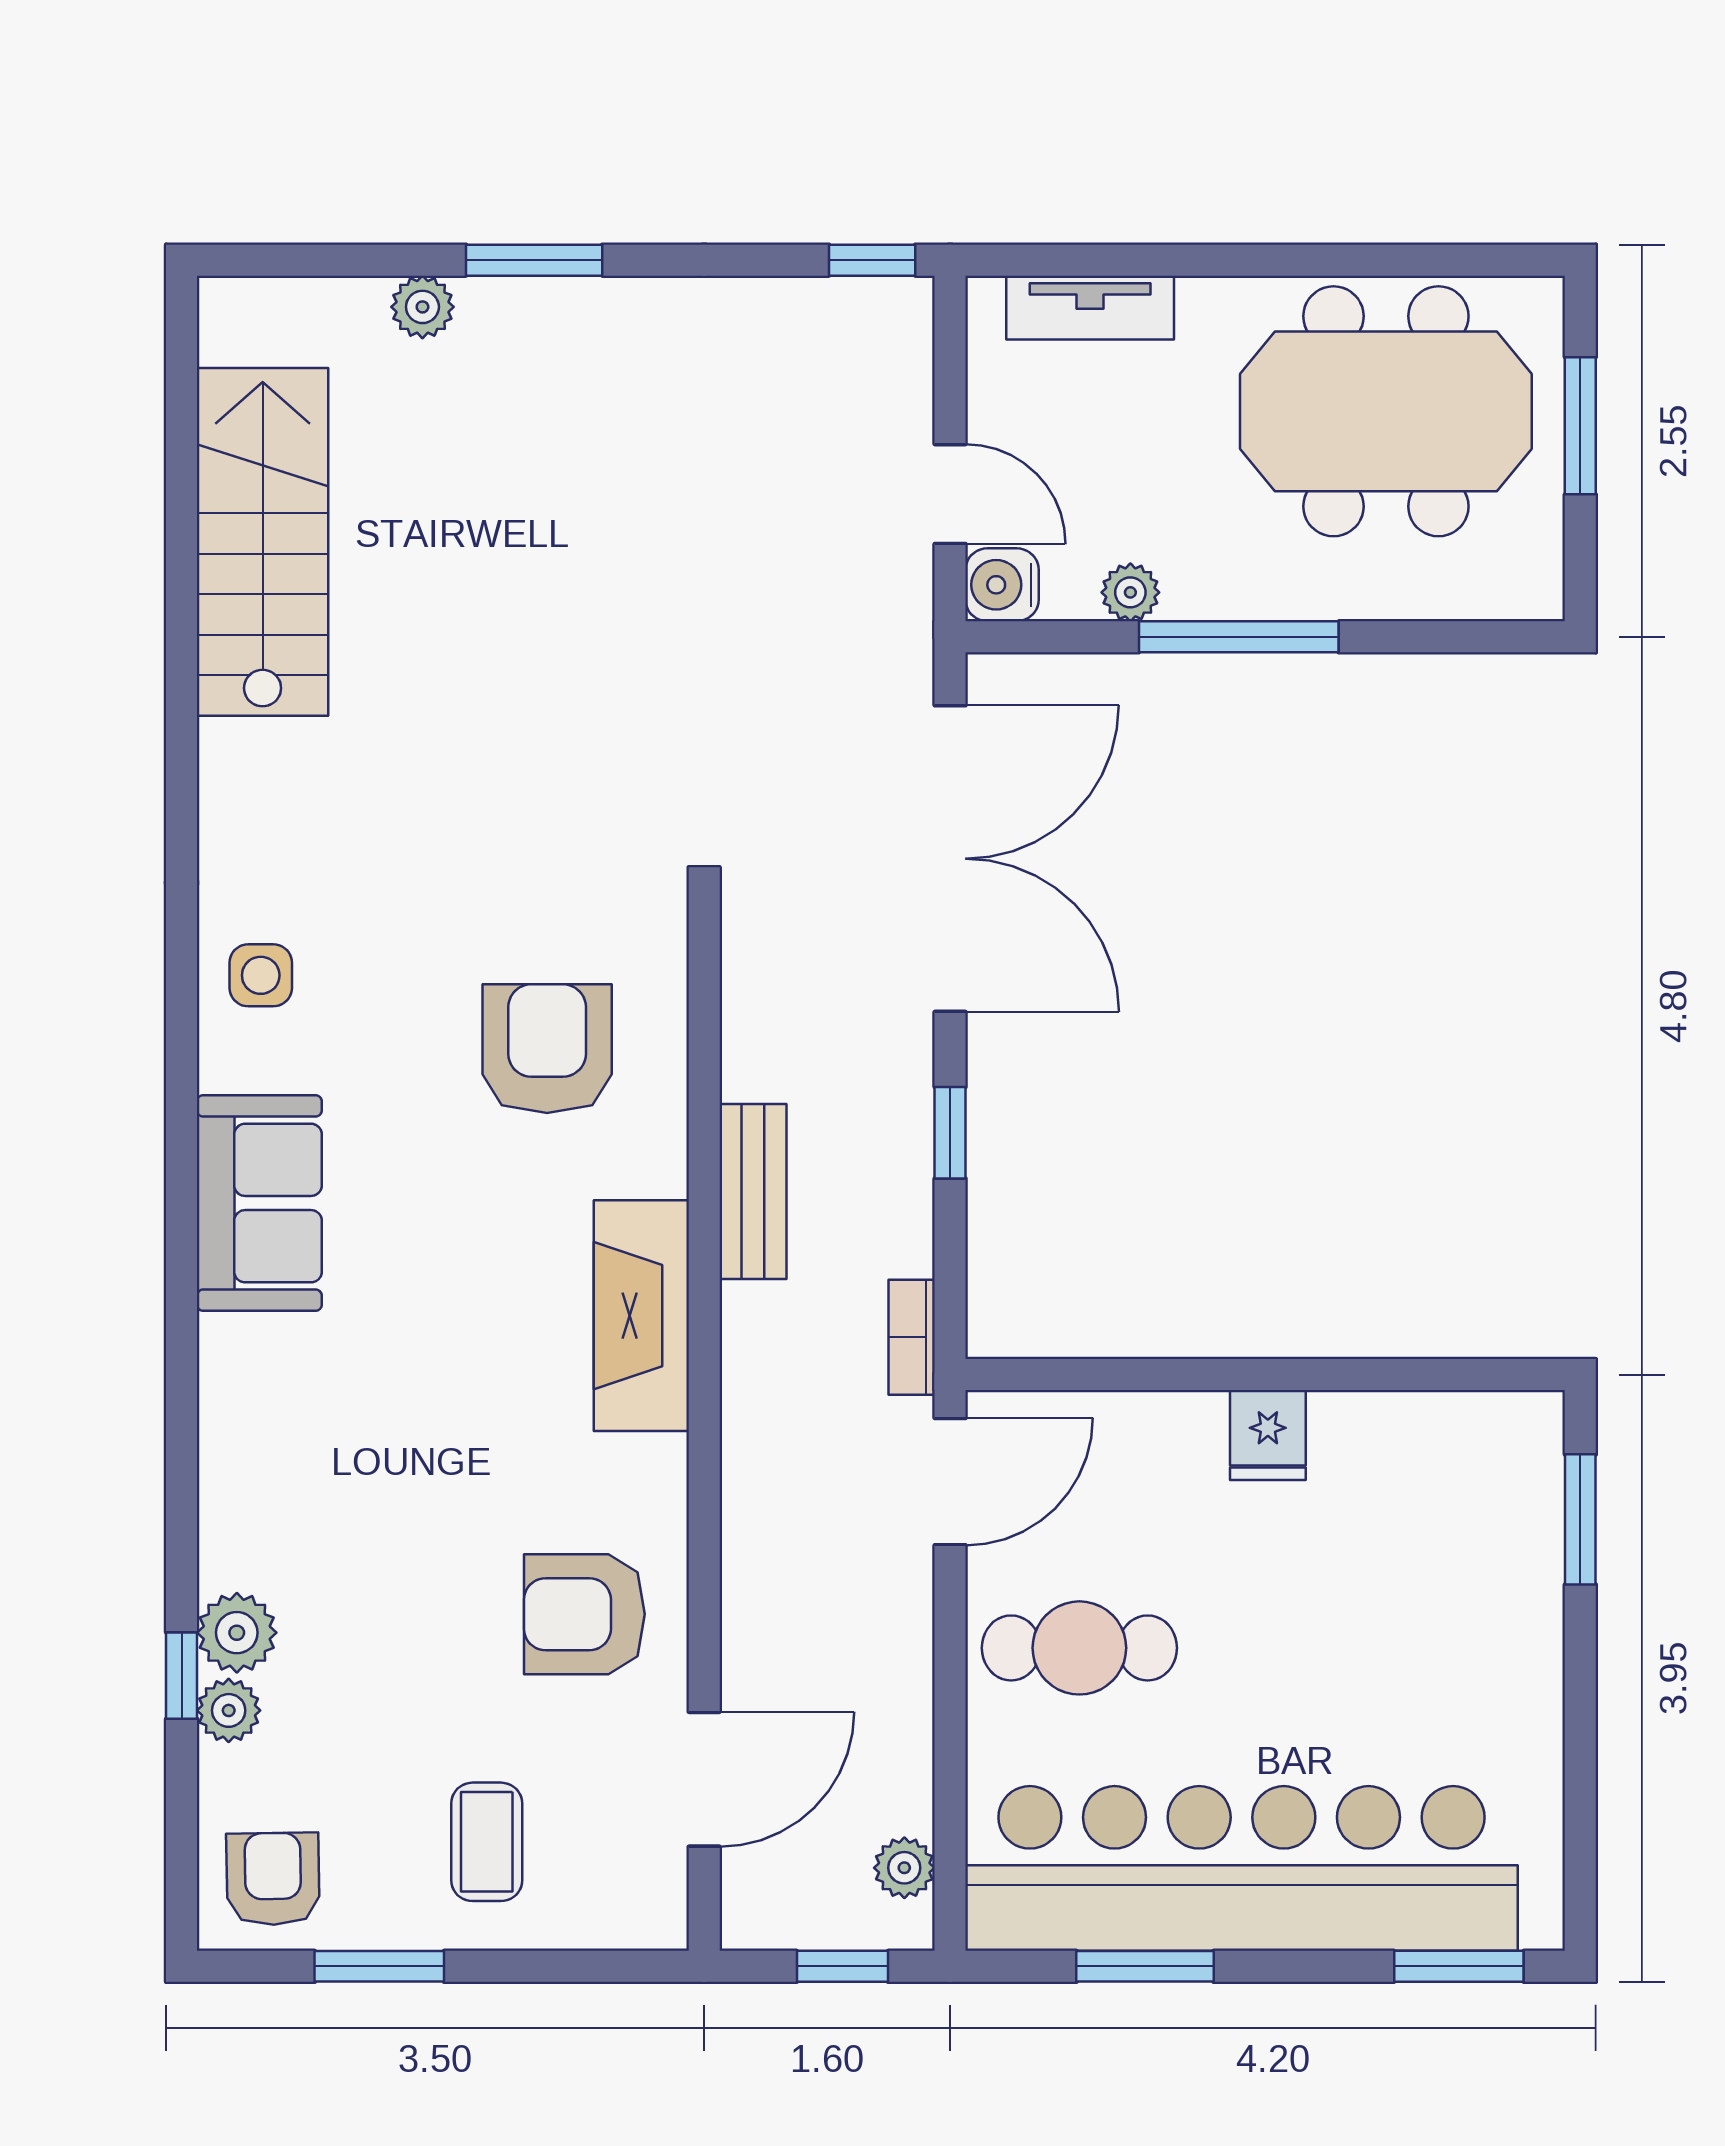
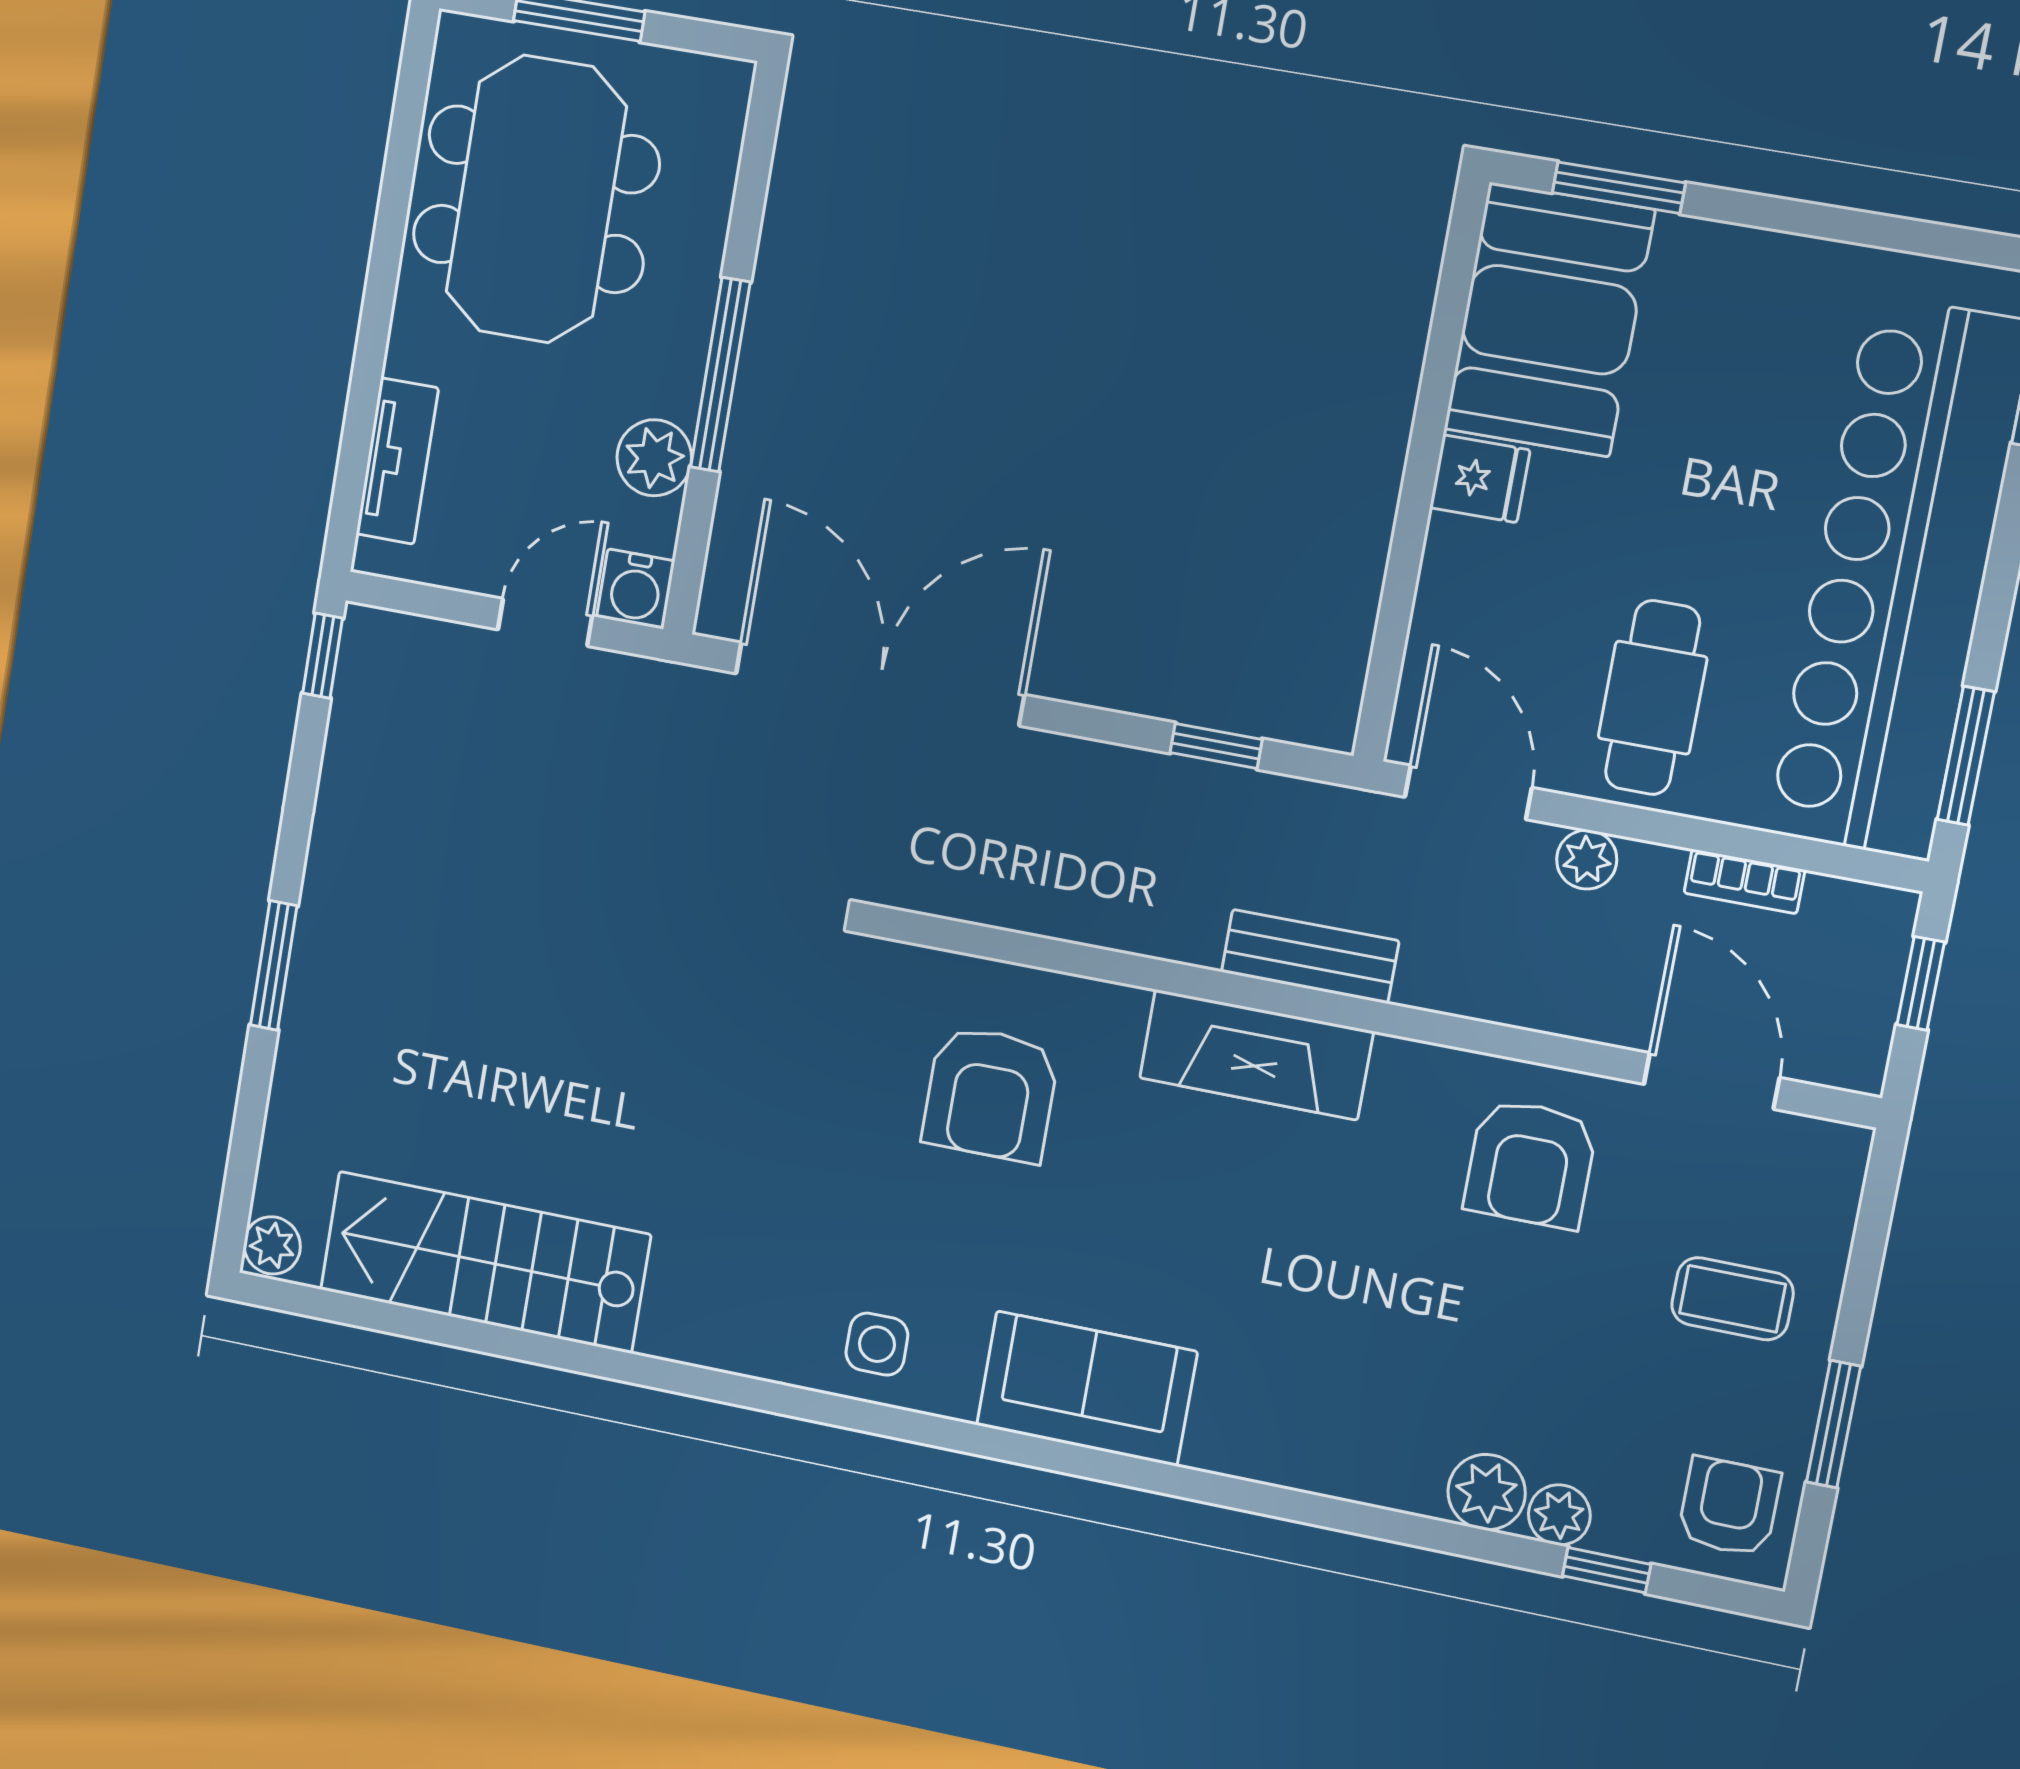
plant: (422, 307) -> (272, 1245), moved
plant: (1130, 592) -> (654, 458), width x1.38, depth x1.38
armchair: (547, 1049) -> (991, 1094), turned -90
window: (950, 1133) -> (1216, 746), moved
bench: (753, 1191) -> (1310, 956), moved
bookcase: (912, 1337) -> (1744, 881), moved
booth: (1438, 1475) -> (1549, 320), added
window: (182, 1676) -> (1607, 1570), moved
plant: (904, 1868) -> (1587, 860), moved
armchair: (273, 1879) -> (1729, 1507), turned 91
window: (1145, 1966) -> (1966, 756), moved

